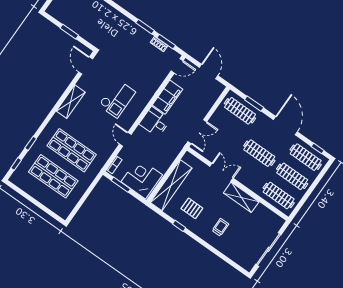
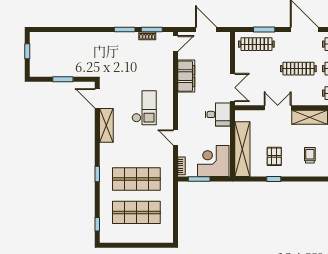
shelving: (71, 102) -> (106, 125), moved
desk: (155, 122) -> (218, 114), moved, turned 180
window: (31, 143) -> (97, 174), moved
pallet: (192, 208) -> (274, 156), turned 90

